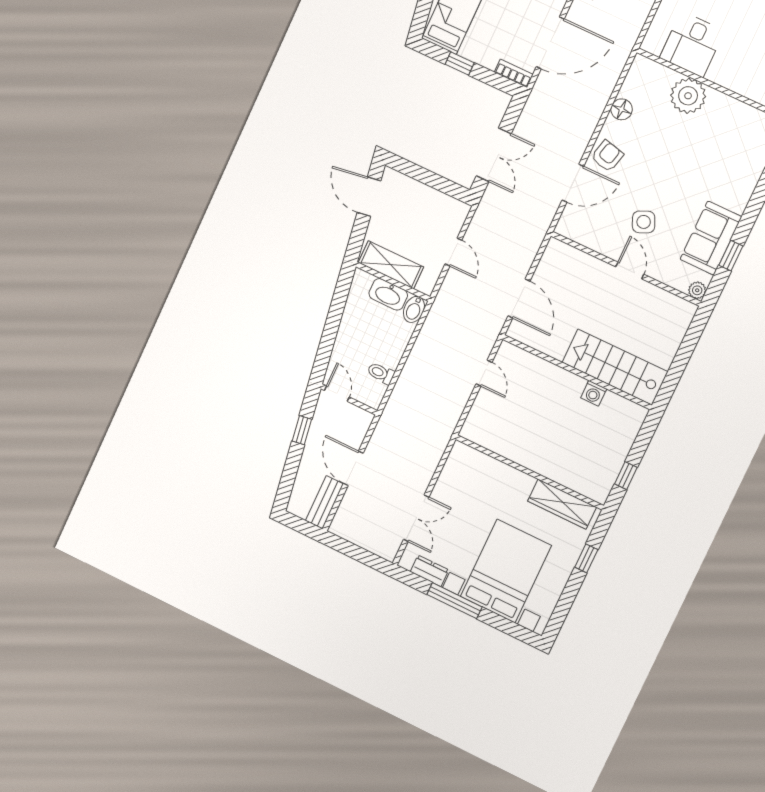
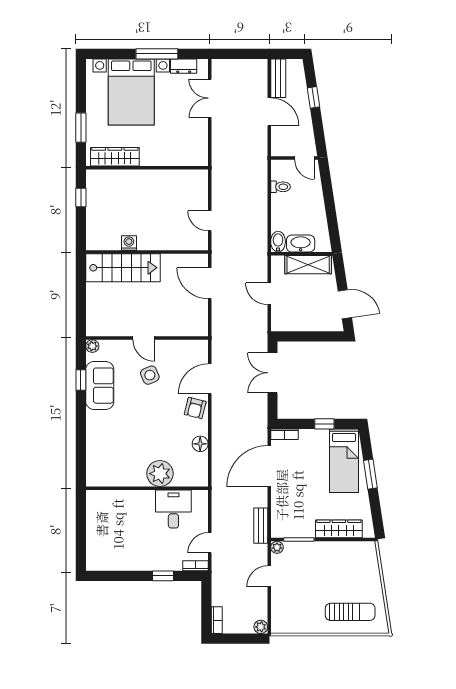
window: (302, 430) -> (314, 97), moved
window: (586, 558) -> (81, 128), width x1.50

